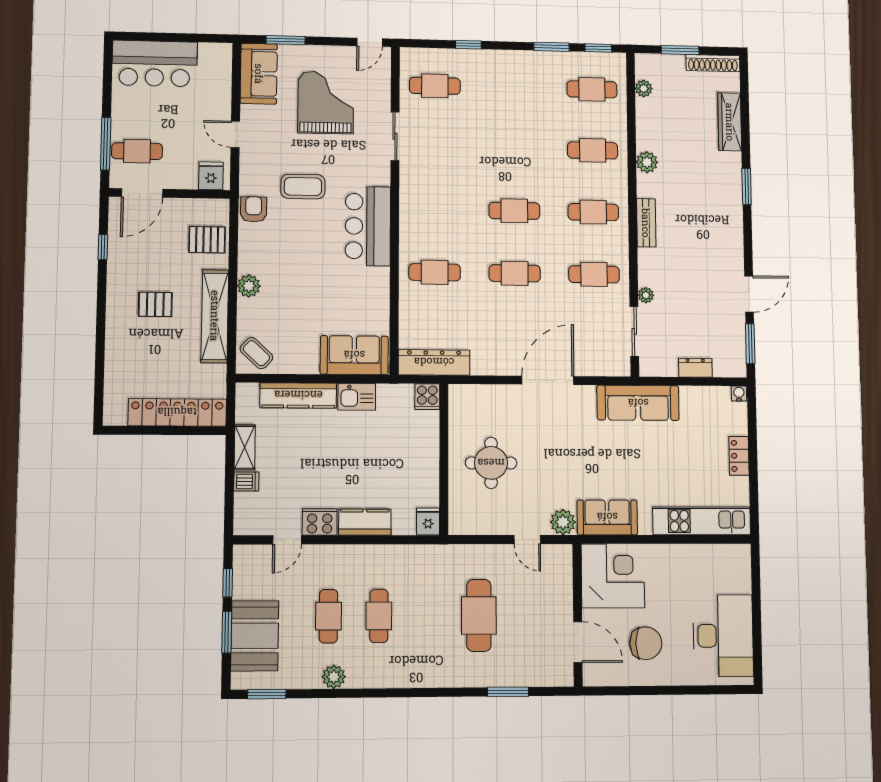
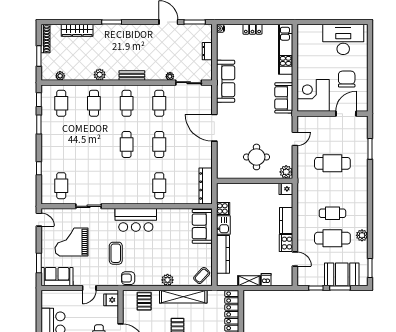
cooker: (427, 397) -> (223, 208), moved
plant: (563, 522) -> (286, 172), moved
cafe table: (328, 616) -> (332, 238), width x1.37, depth x1.35

